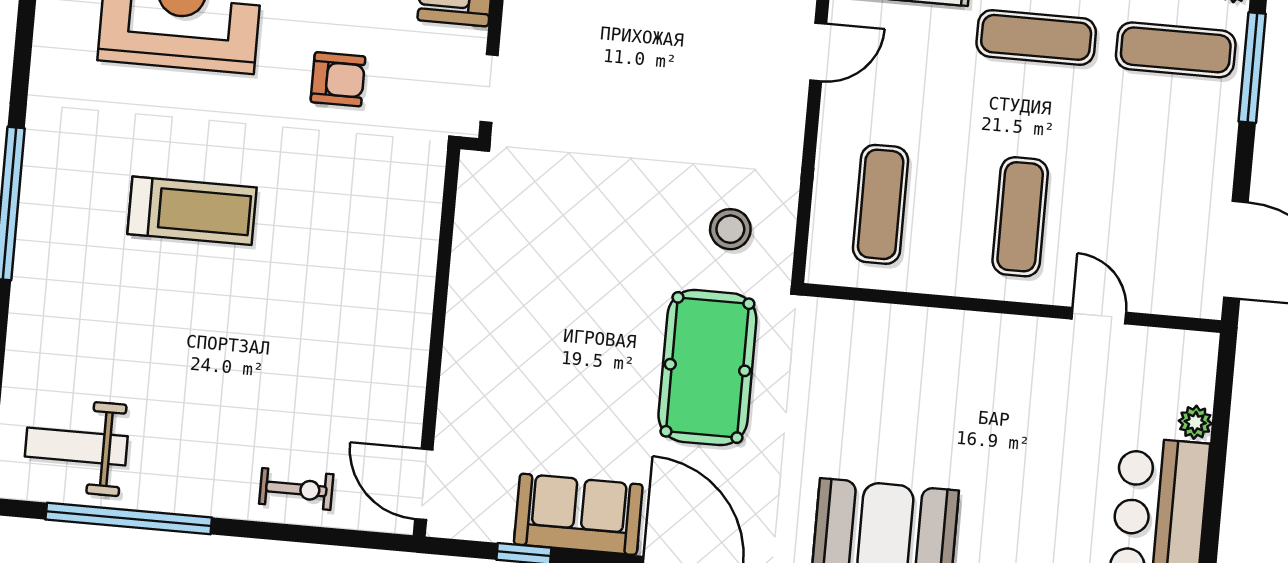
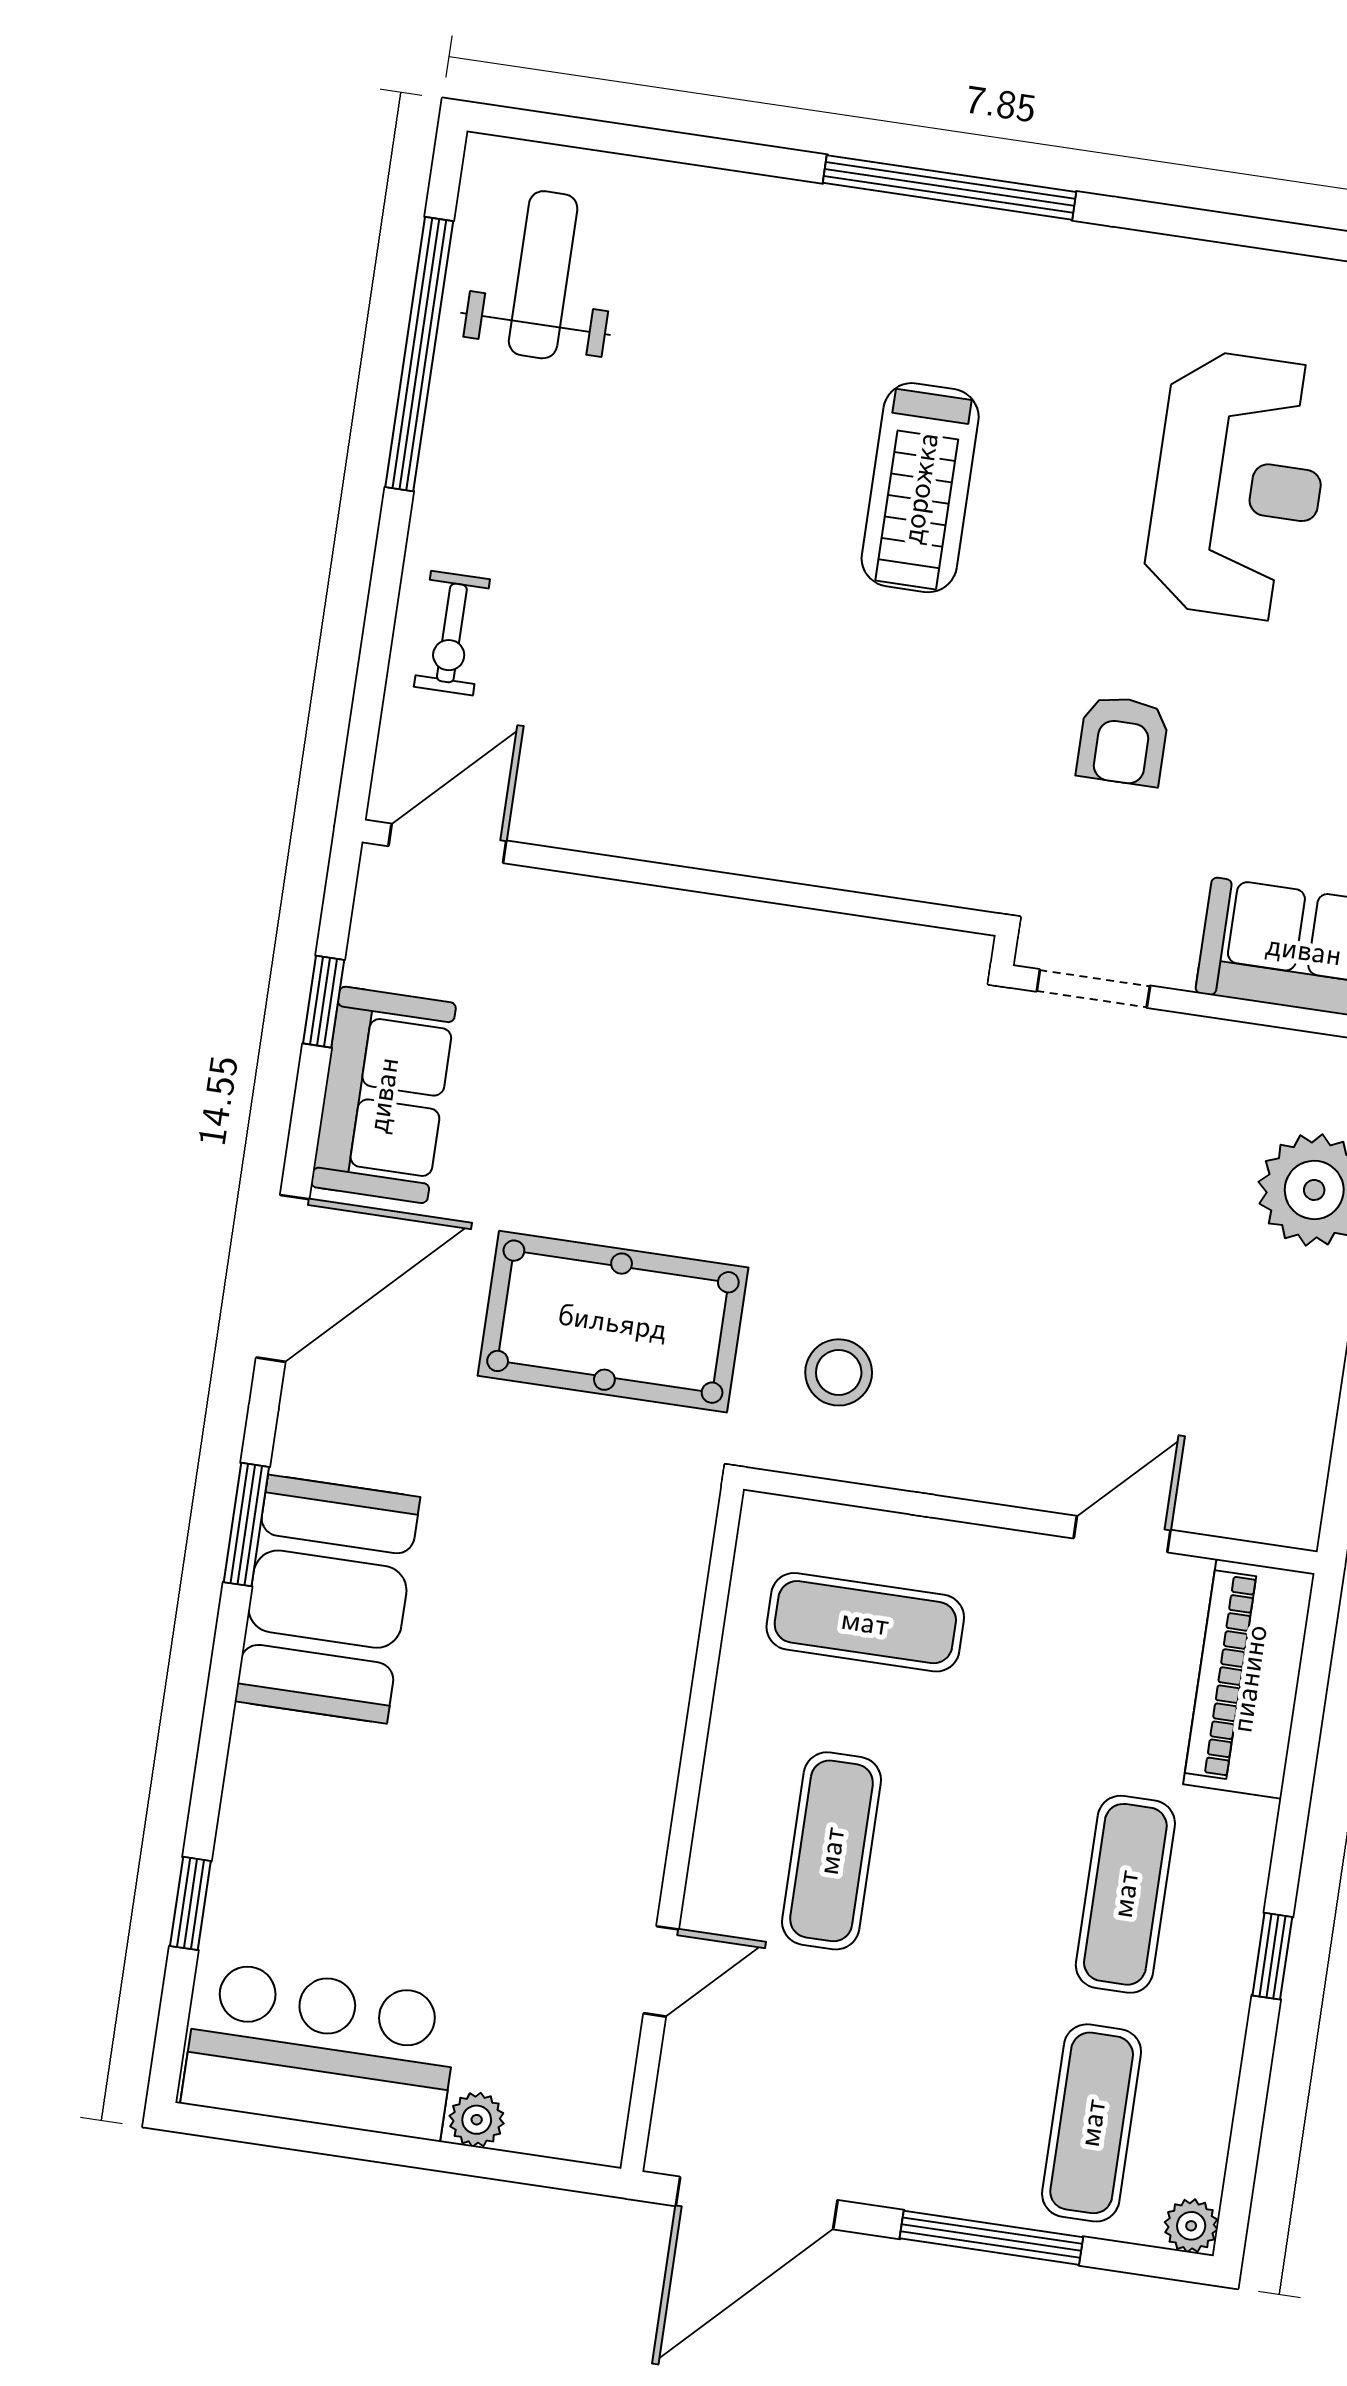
door: (818, 52) -> (1122, 1534), swing flipped
window: (1252, 68) -> (991, 2238), moved
exercise mat: (1020, 217) -> (831, 1851), turned 90

